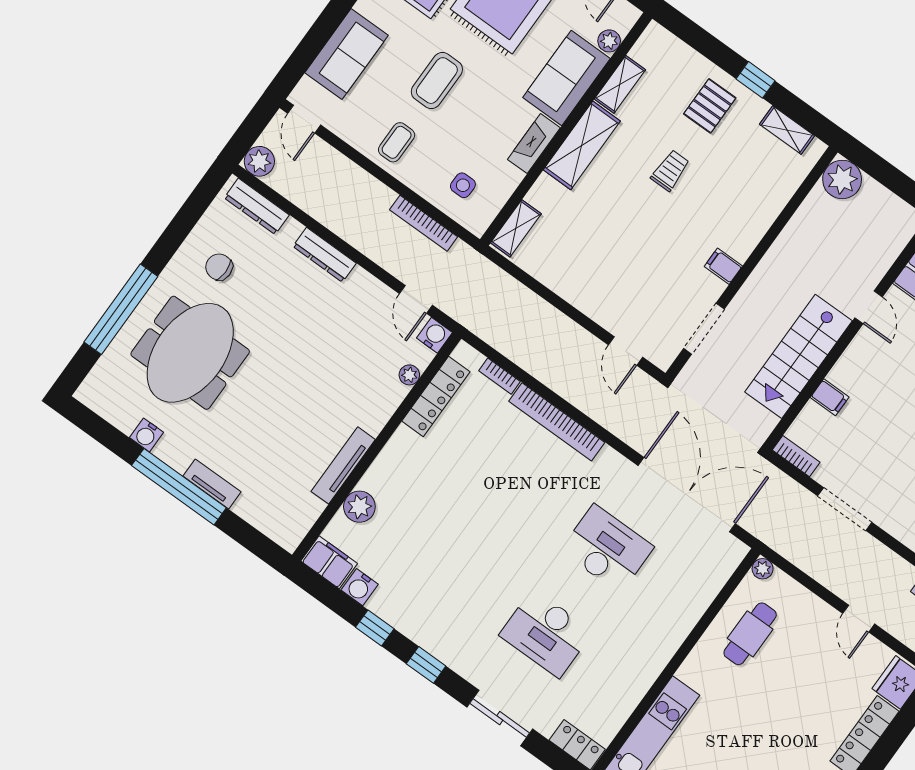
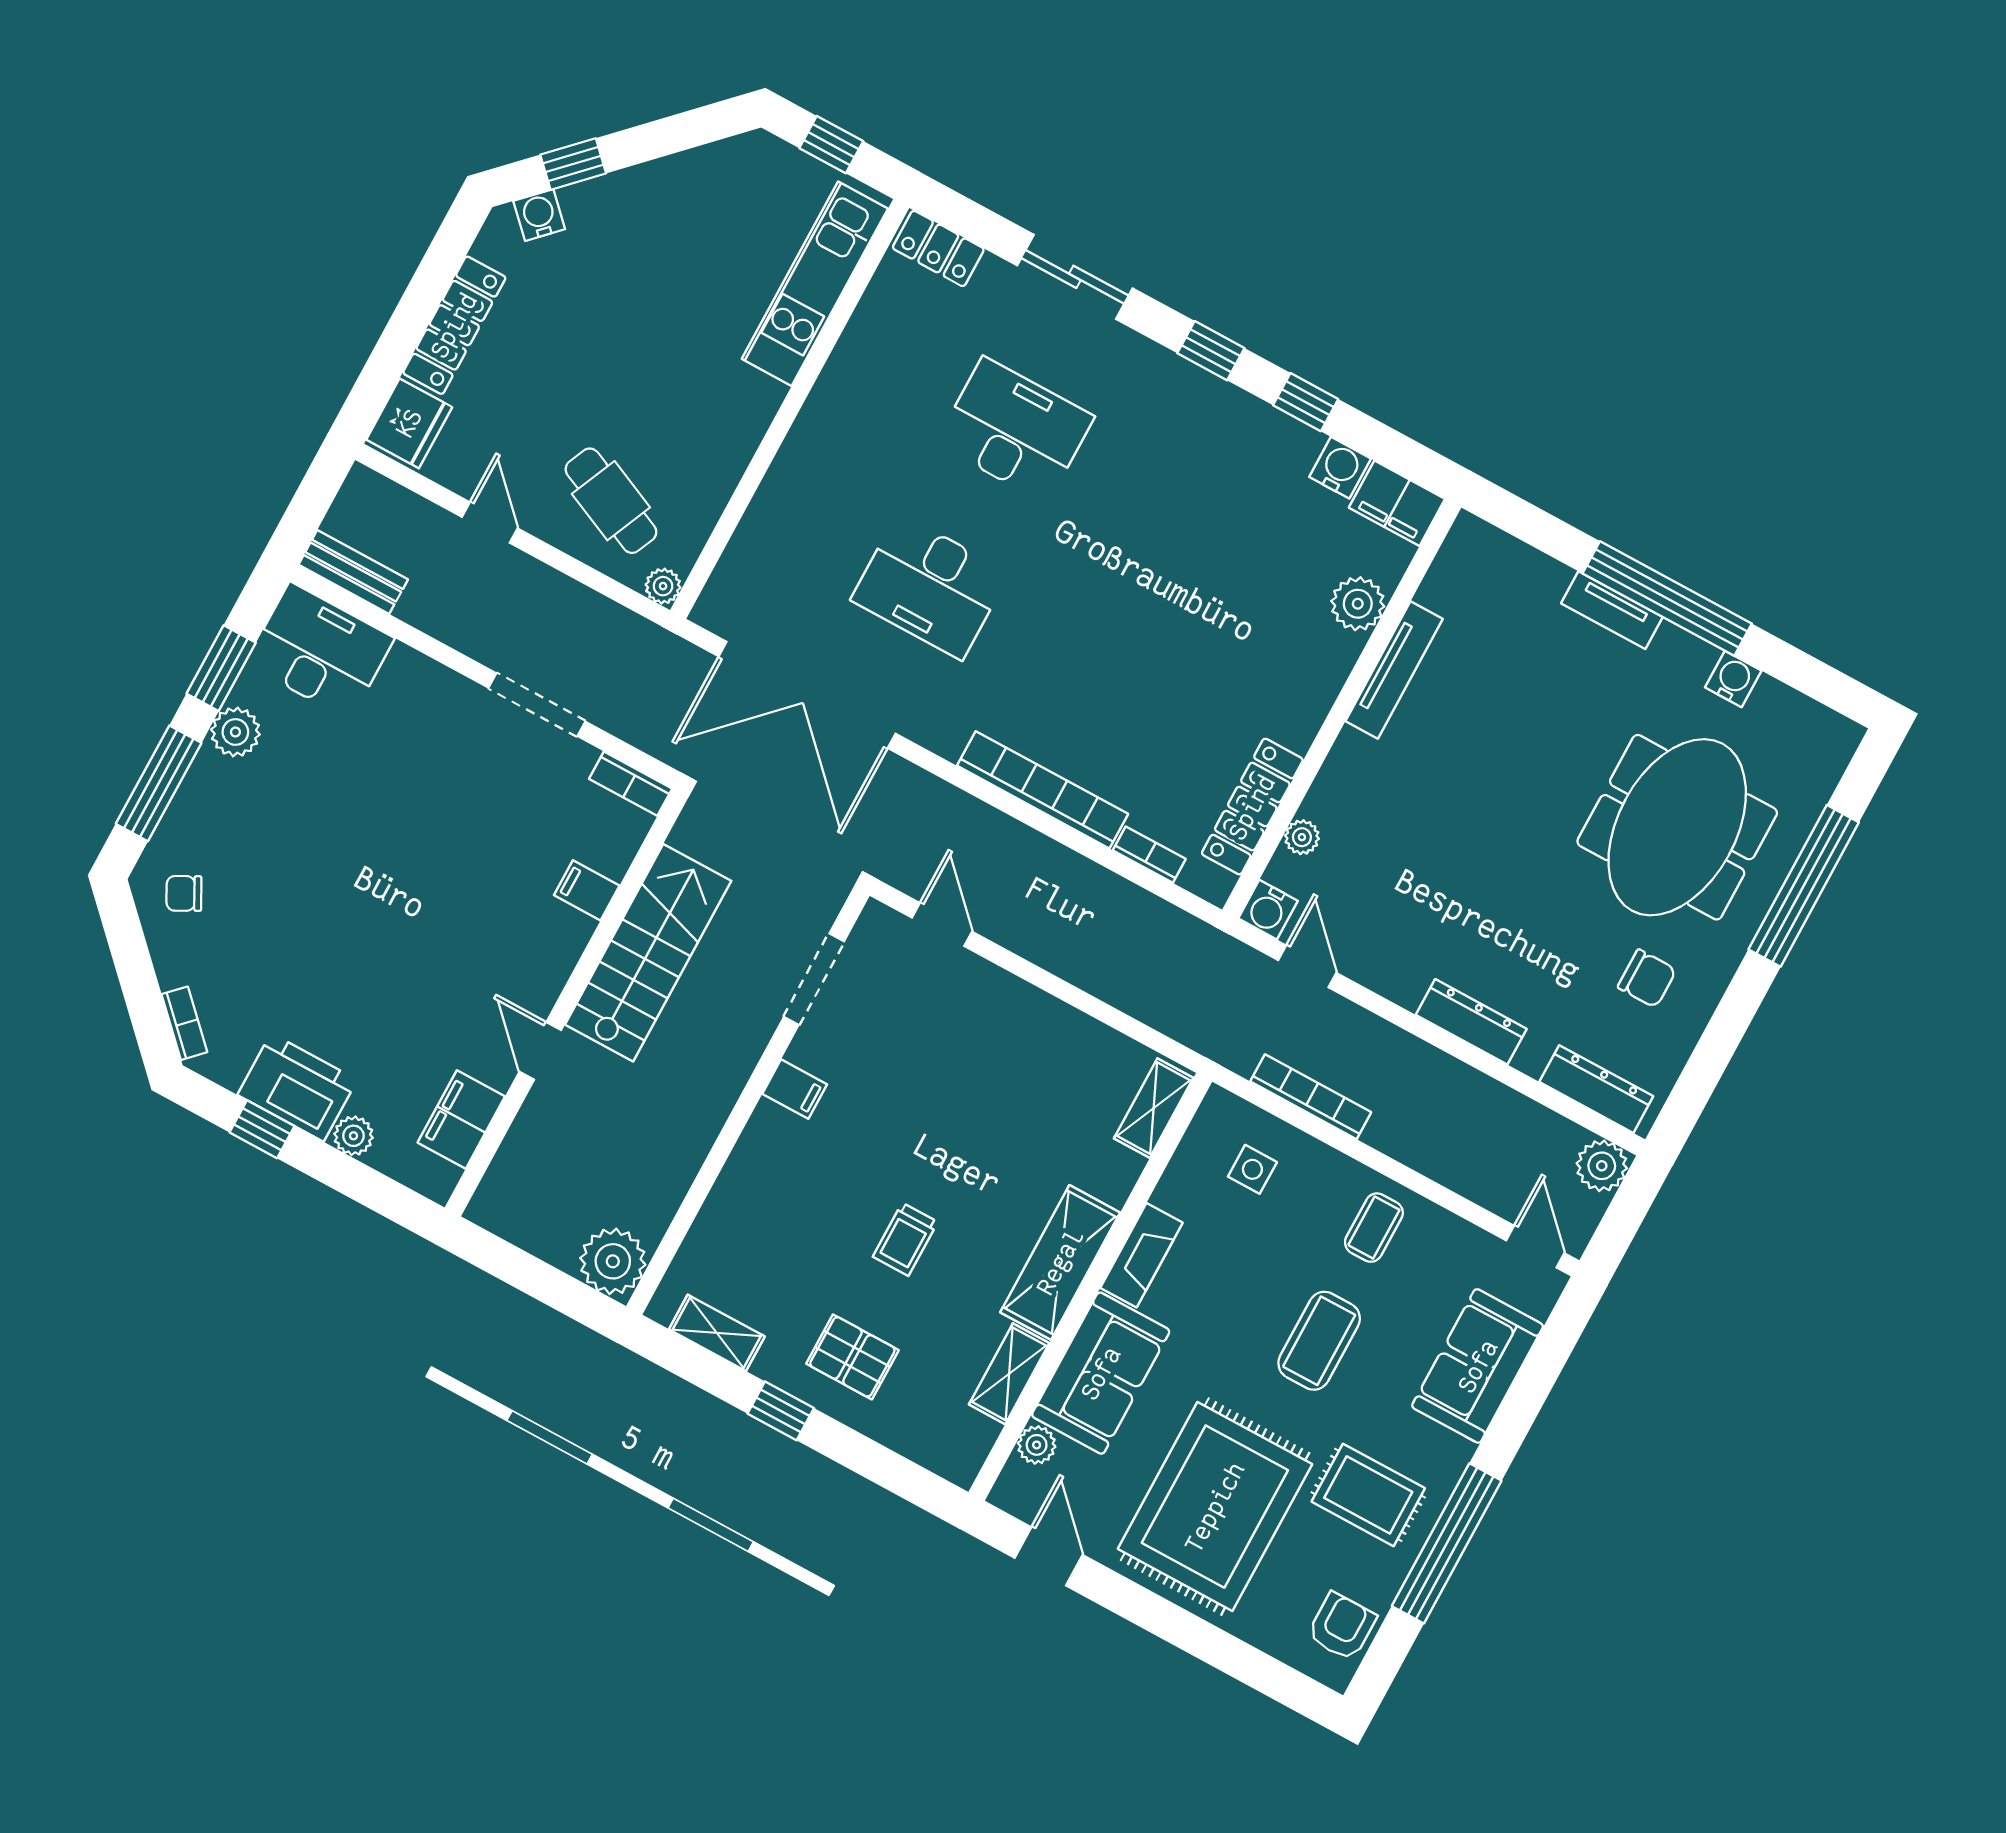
pallet: (710, 106) -> (852, 1357), turned 90
cafe table: (750, 634) -> (611, 501), moved, turned -66

